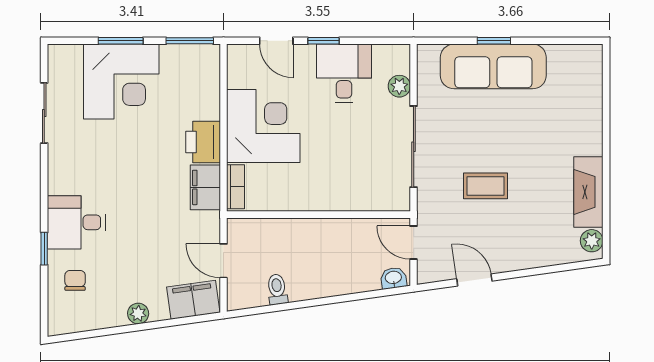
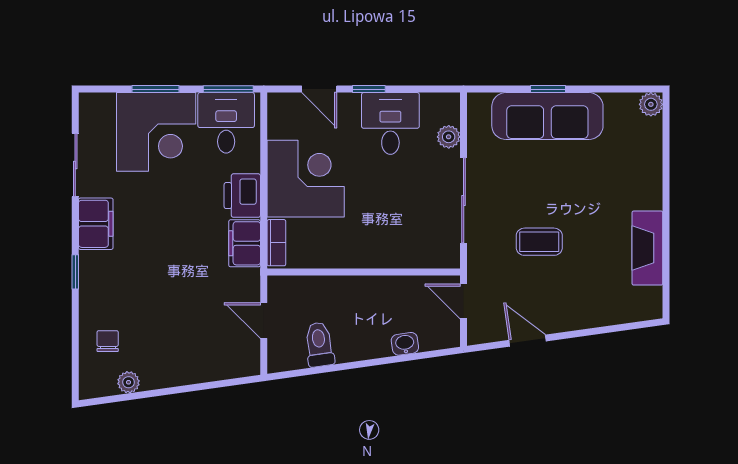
desk: (76, 222) -> (226, 123), moved, turned 90
plant: (592, 241) -> (651, 104), moved
window: (44, 249) -> (75, 272), moved
washbasin: (393, 278) -> (405, 344), moved
toilet: (277, 289) -> (319, 344), width x1.37, depth x1.39
filing cabinet: (193, 300) -> (96, 224), moved, turned 98
plant: (138, 313) -> (129, 382), moved

